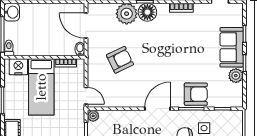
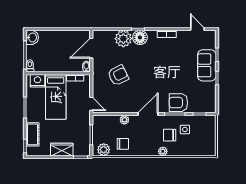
door: (86, 26) -> (91, 48), hinge flipped
plant: (236, 76) -> (210, 88), removed
armchair: (196, 94) -> (178, 103), turned 180
plant: (93, 116) -> (124, 120), moved

